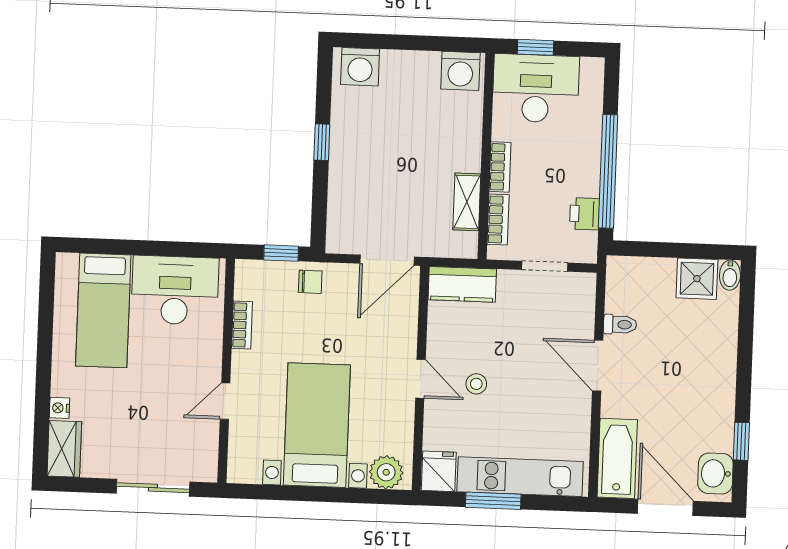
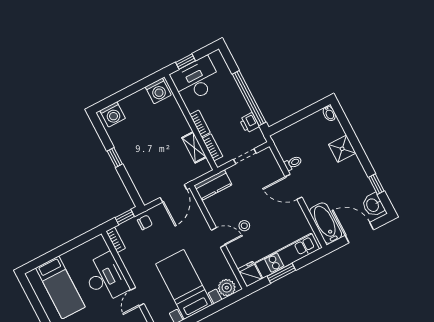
shower: (697, 279) -> (342, 149), moved
desk: (175, 290) -> (105, 278), moved, turned 90
bookcase: (242, 325) -> (116, 240), moved

